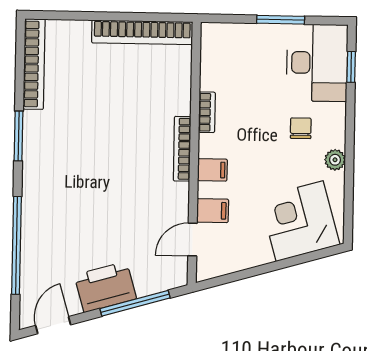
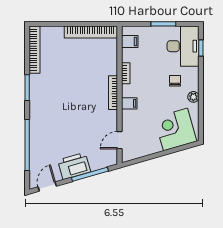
filing cabinet: (213, 211) -> (130, 42), moved

